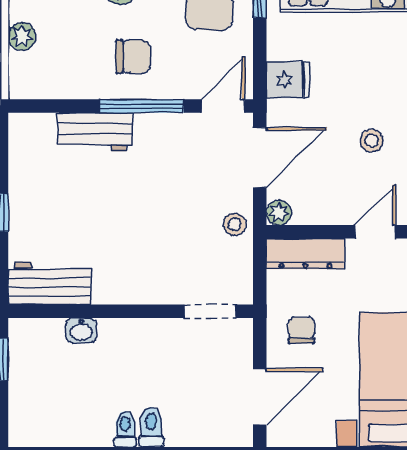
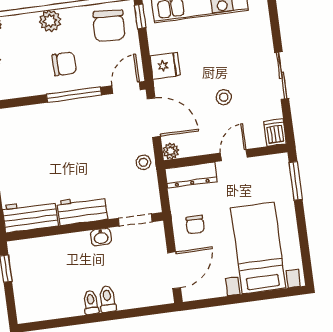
workbench: (95, 132) -> (82, 210), moved, turned 180
door: (260, 158) -> (154, 117), hinge flipped
washbasin: (81, 330) -> (101, 237), moved
chair: (301, 330) -> (195, 224), turned 180

